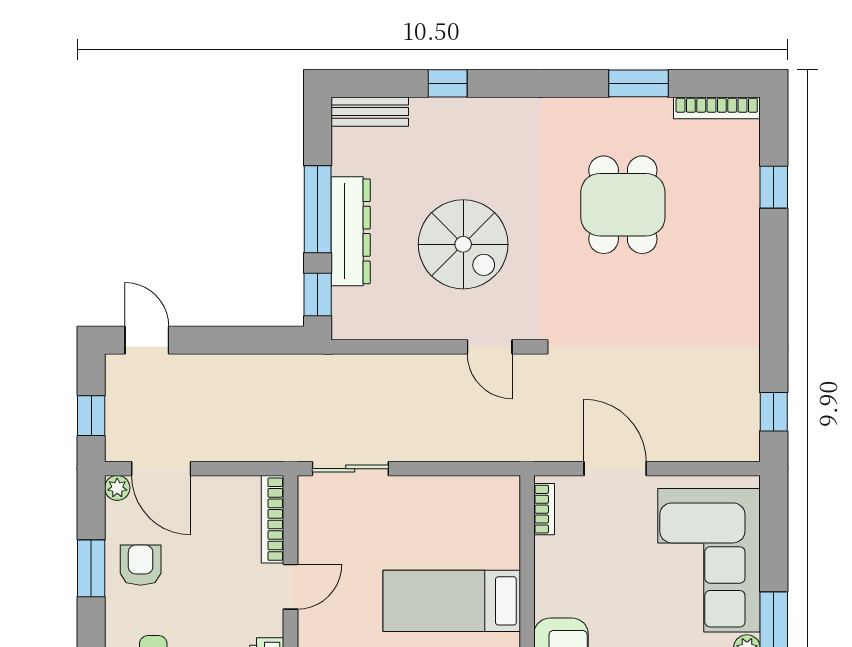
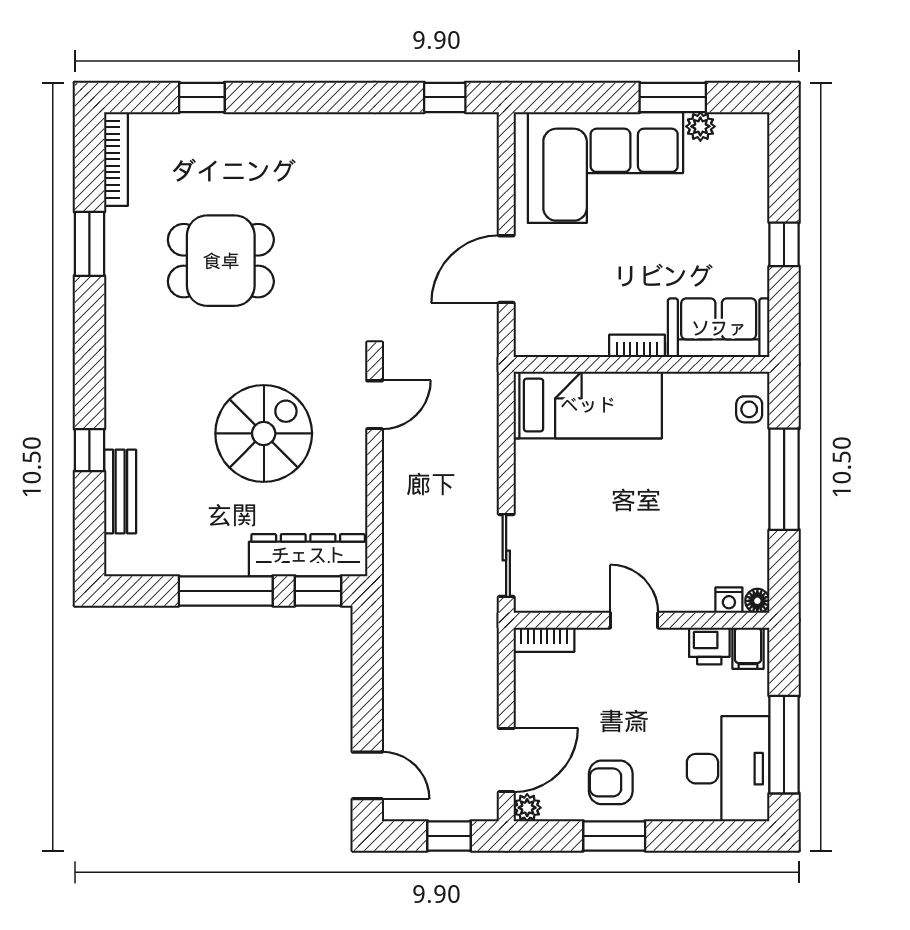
bench: (370, 112) -> (120, 492), moved
dresser: (351, 231) -> (308, 555), moved
door: (147, 340) -> (367, 775), swing flipped
bookcase: (544, 509) -> (637, 346), moved
bookcase: (273, 519) -> (544, 640), width x0.64
bed: (452, 601) -> (588, 405), moved, turned -90

